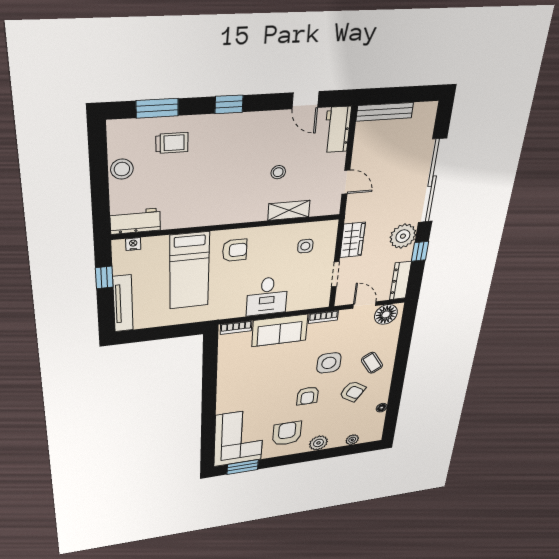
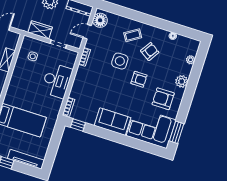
armchair: (235, 250) -> (19, 94), removed
desk: (267, 296) -> (57, 81), width x1.37
sofa: (280, 330) -> (113, 122), moved, turned -90
window: (210, 351) -> (78, 125), added

